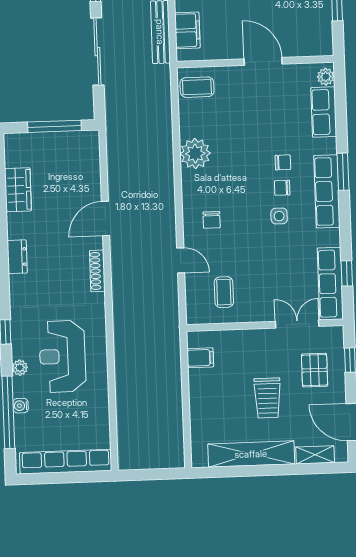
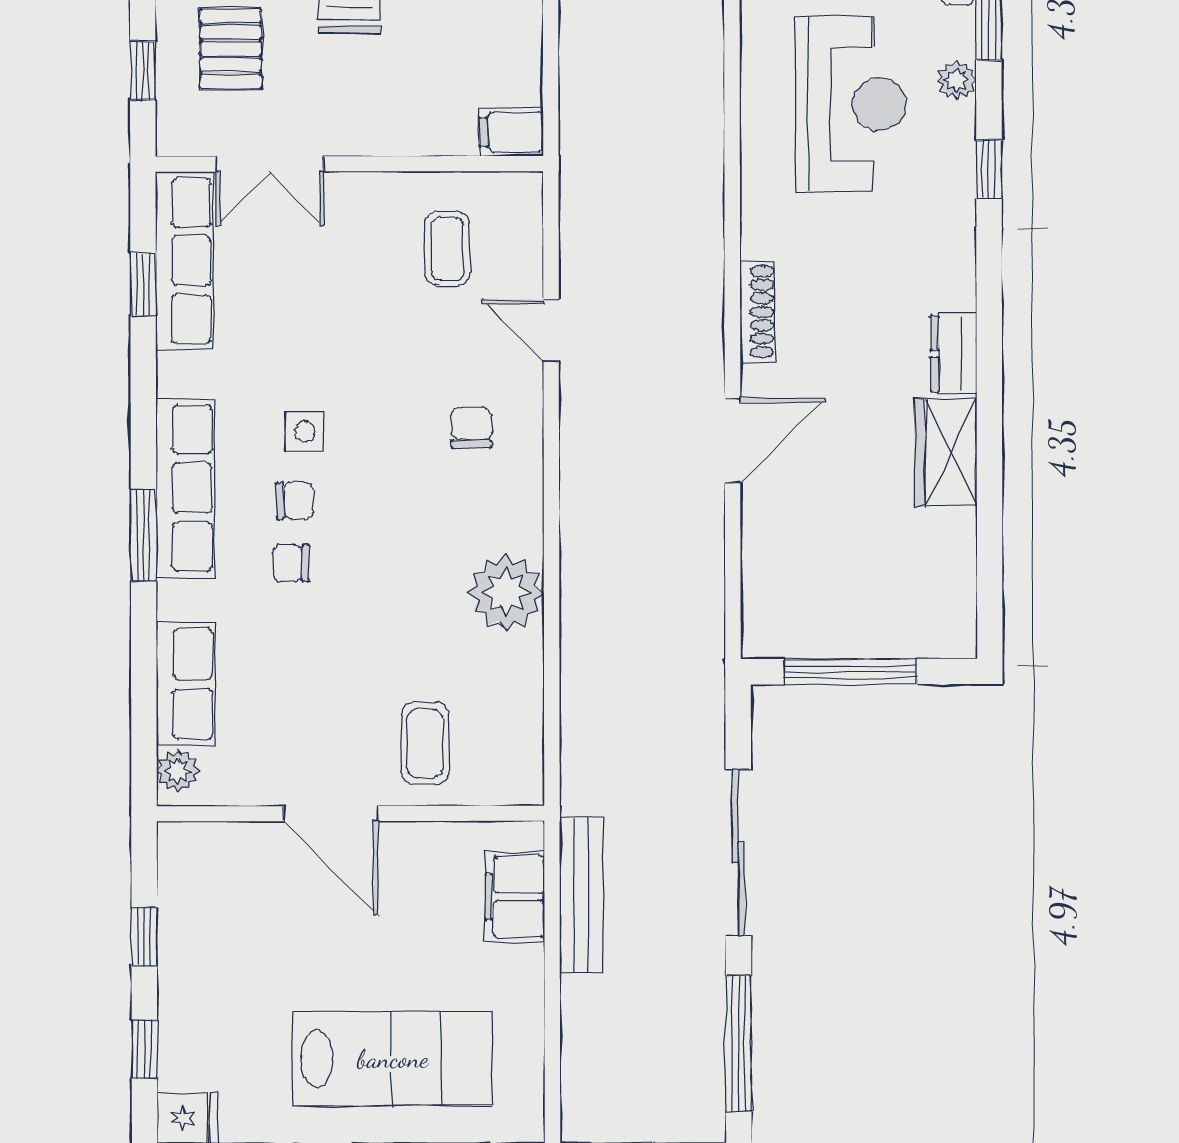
coffee table: (197, 87) -> (425, 743), moved, turned 90
wardrobe: (18, 190) -> (946, 453), moved
filing cabinet: (200, 358) -> (511, 132), moved

